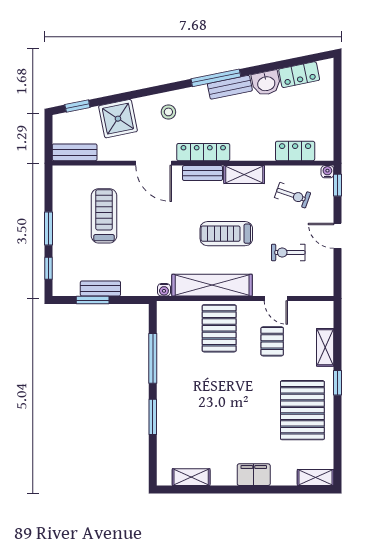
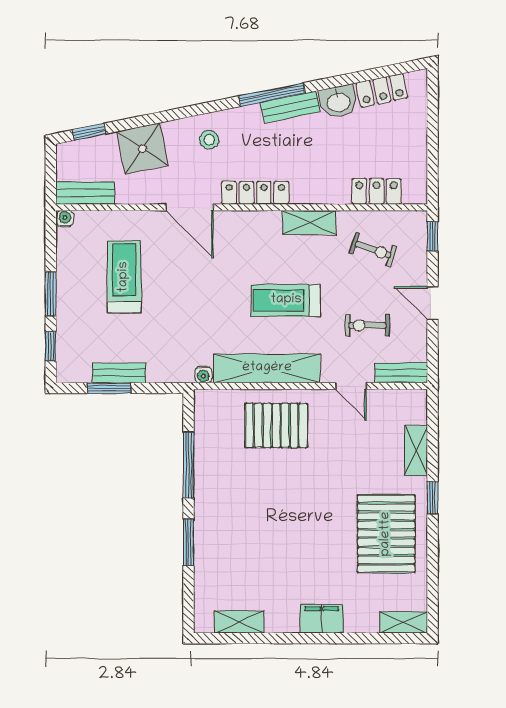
water cooler: (327, 172) -> (65, 219), moved
bench: (203, 173) -> (401, 373), moved
pallet: (219, 328) -> (276, 425), turned 90
pallet: (272, 341) -> (346, 443), removed

